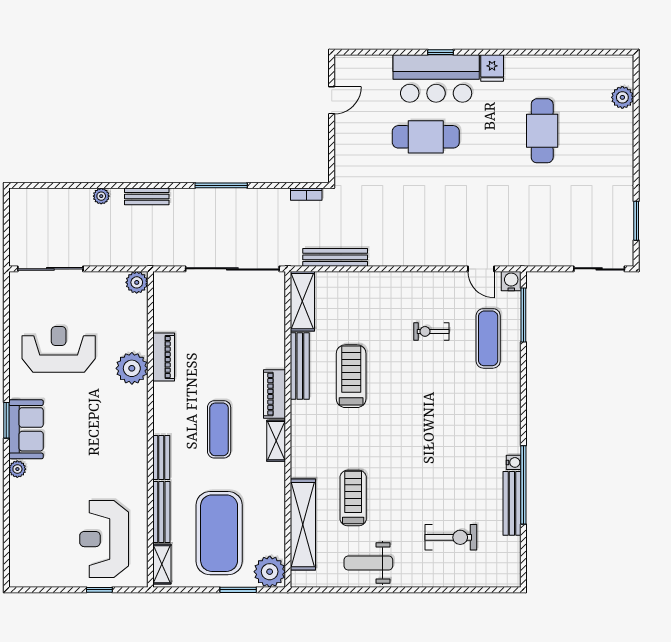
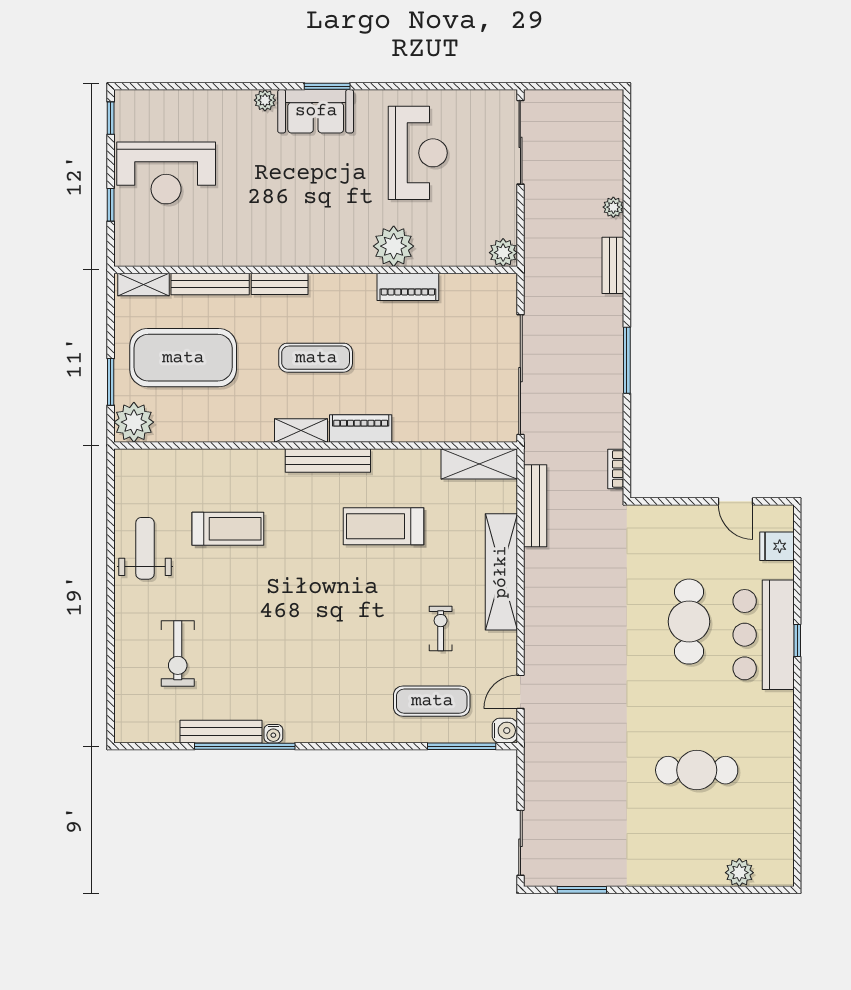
fridge: (492, 68) -> (777, 546), moved
bench: (300, 366) -> (328, 461), moved
treadmill: (351, 376) -> (384, 526), turned 180
shelving: (303, 525) -> (501, 572), moved, turned 90
reception desk: (104, 539) -> (166, 173), moved, turned 180
window: (31, 590) -> (111, 118), added

